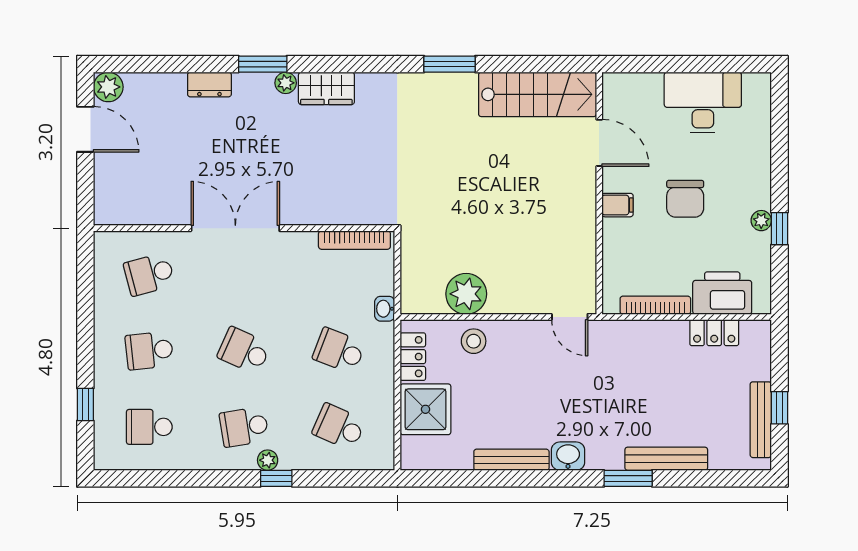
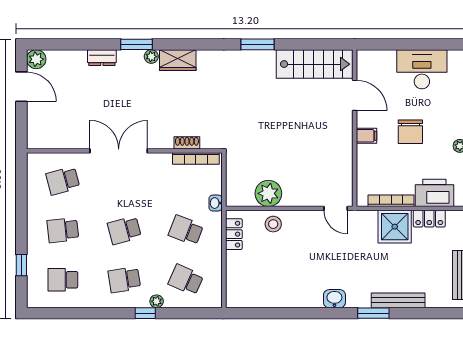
shoe rack: (341, 216) -> (187, 143), added
school desk: (244, 351) -> (124, 230), turned -39
shower: (425, 409) -> (395, 227), moved
plant: (268, 460) -> (157, 301), moved
bench: (511, 460) -> (298, 301), removed

